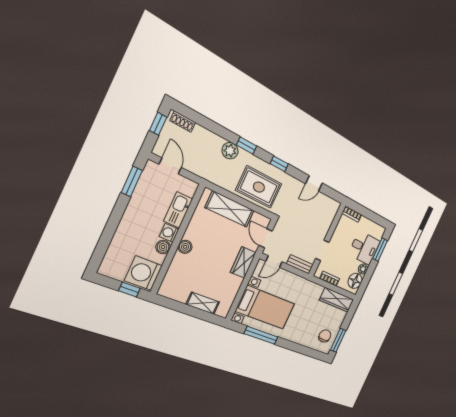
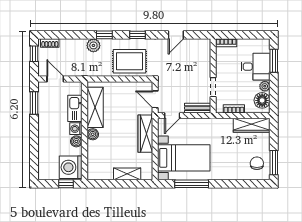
shelving: (230, 209) -> (95, 107), moved, turned 90
wardrobe: (243, 262) -> (145, 134), width x1.50

